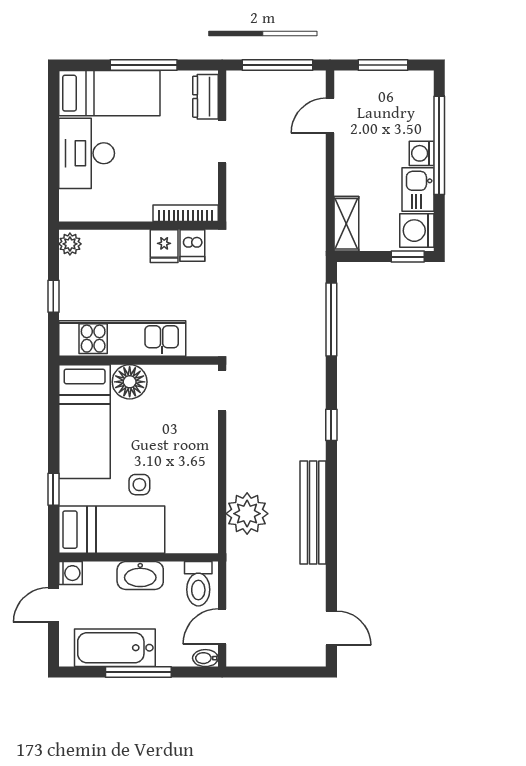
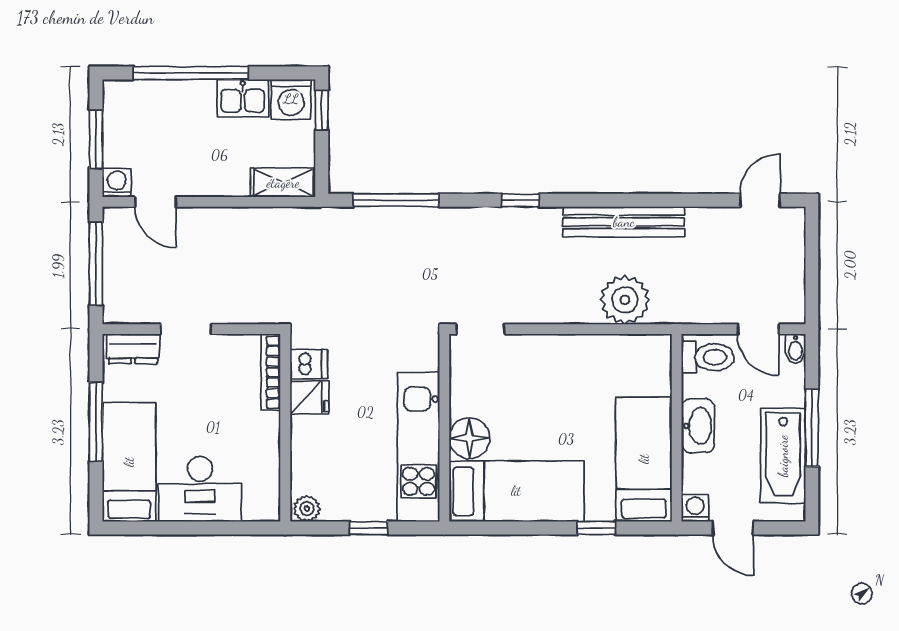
washing machine: (422, 153) -> (117, 183), moved, turned 180
side table: (139, 485) -> (591, 427), removed

